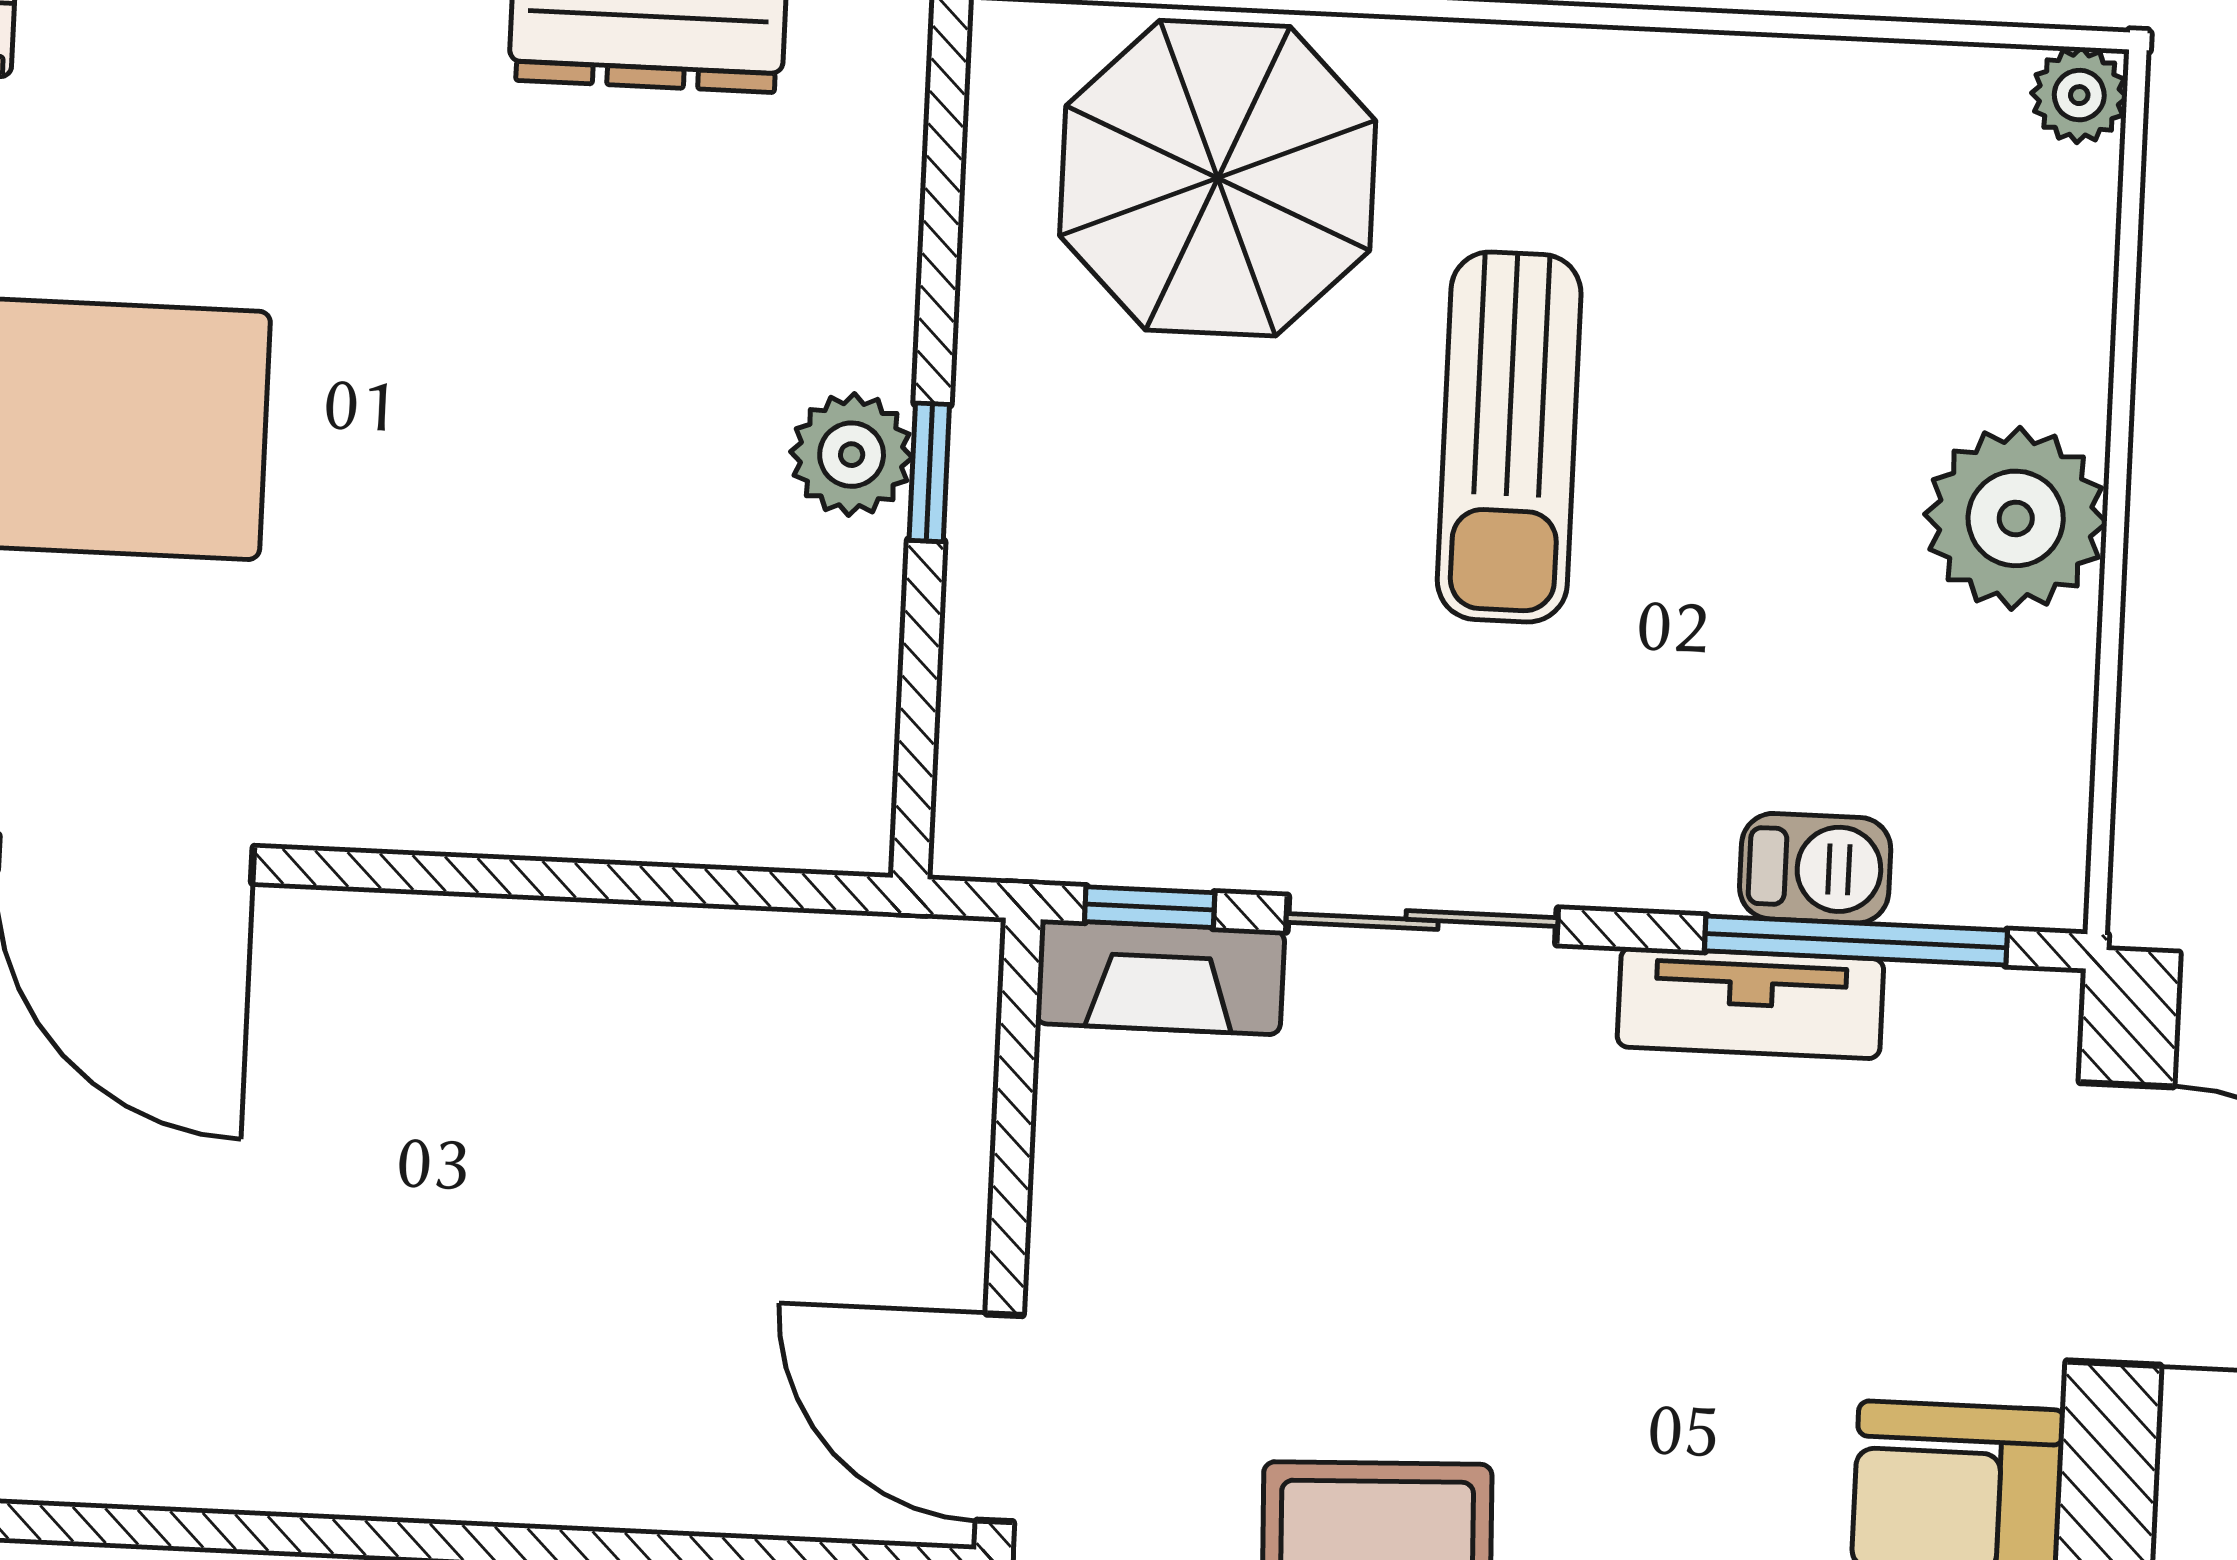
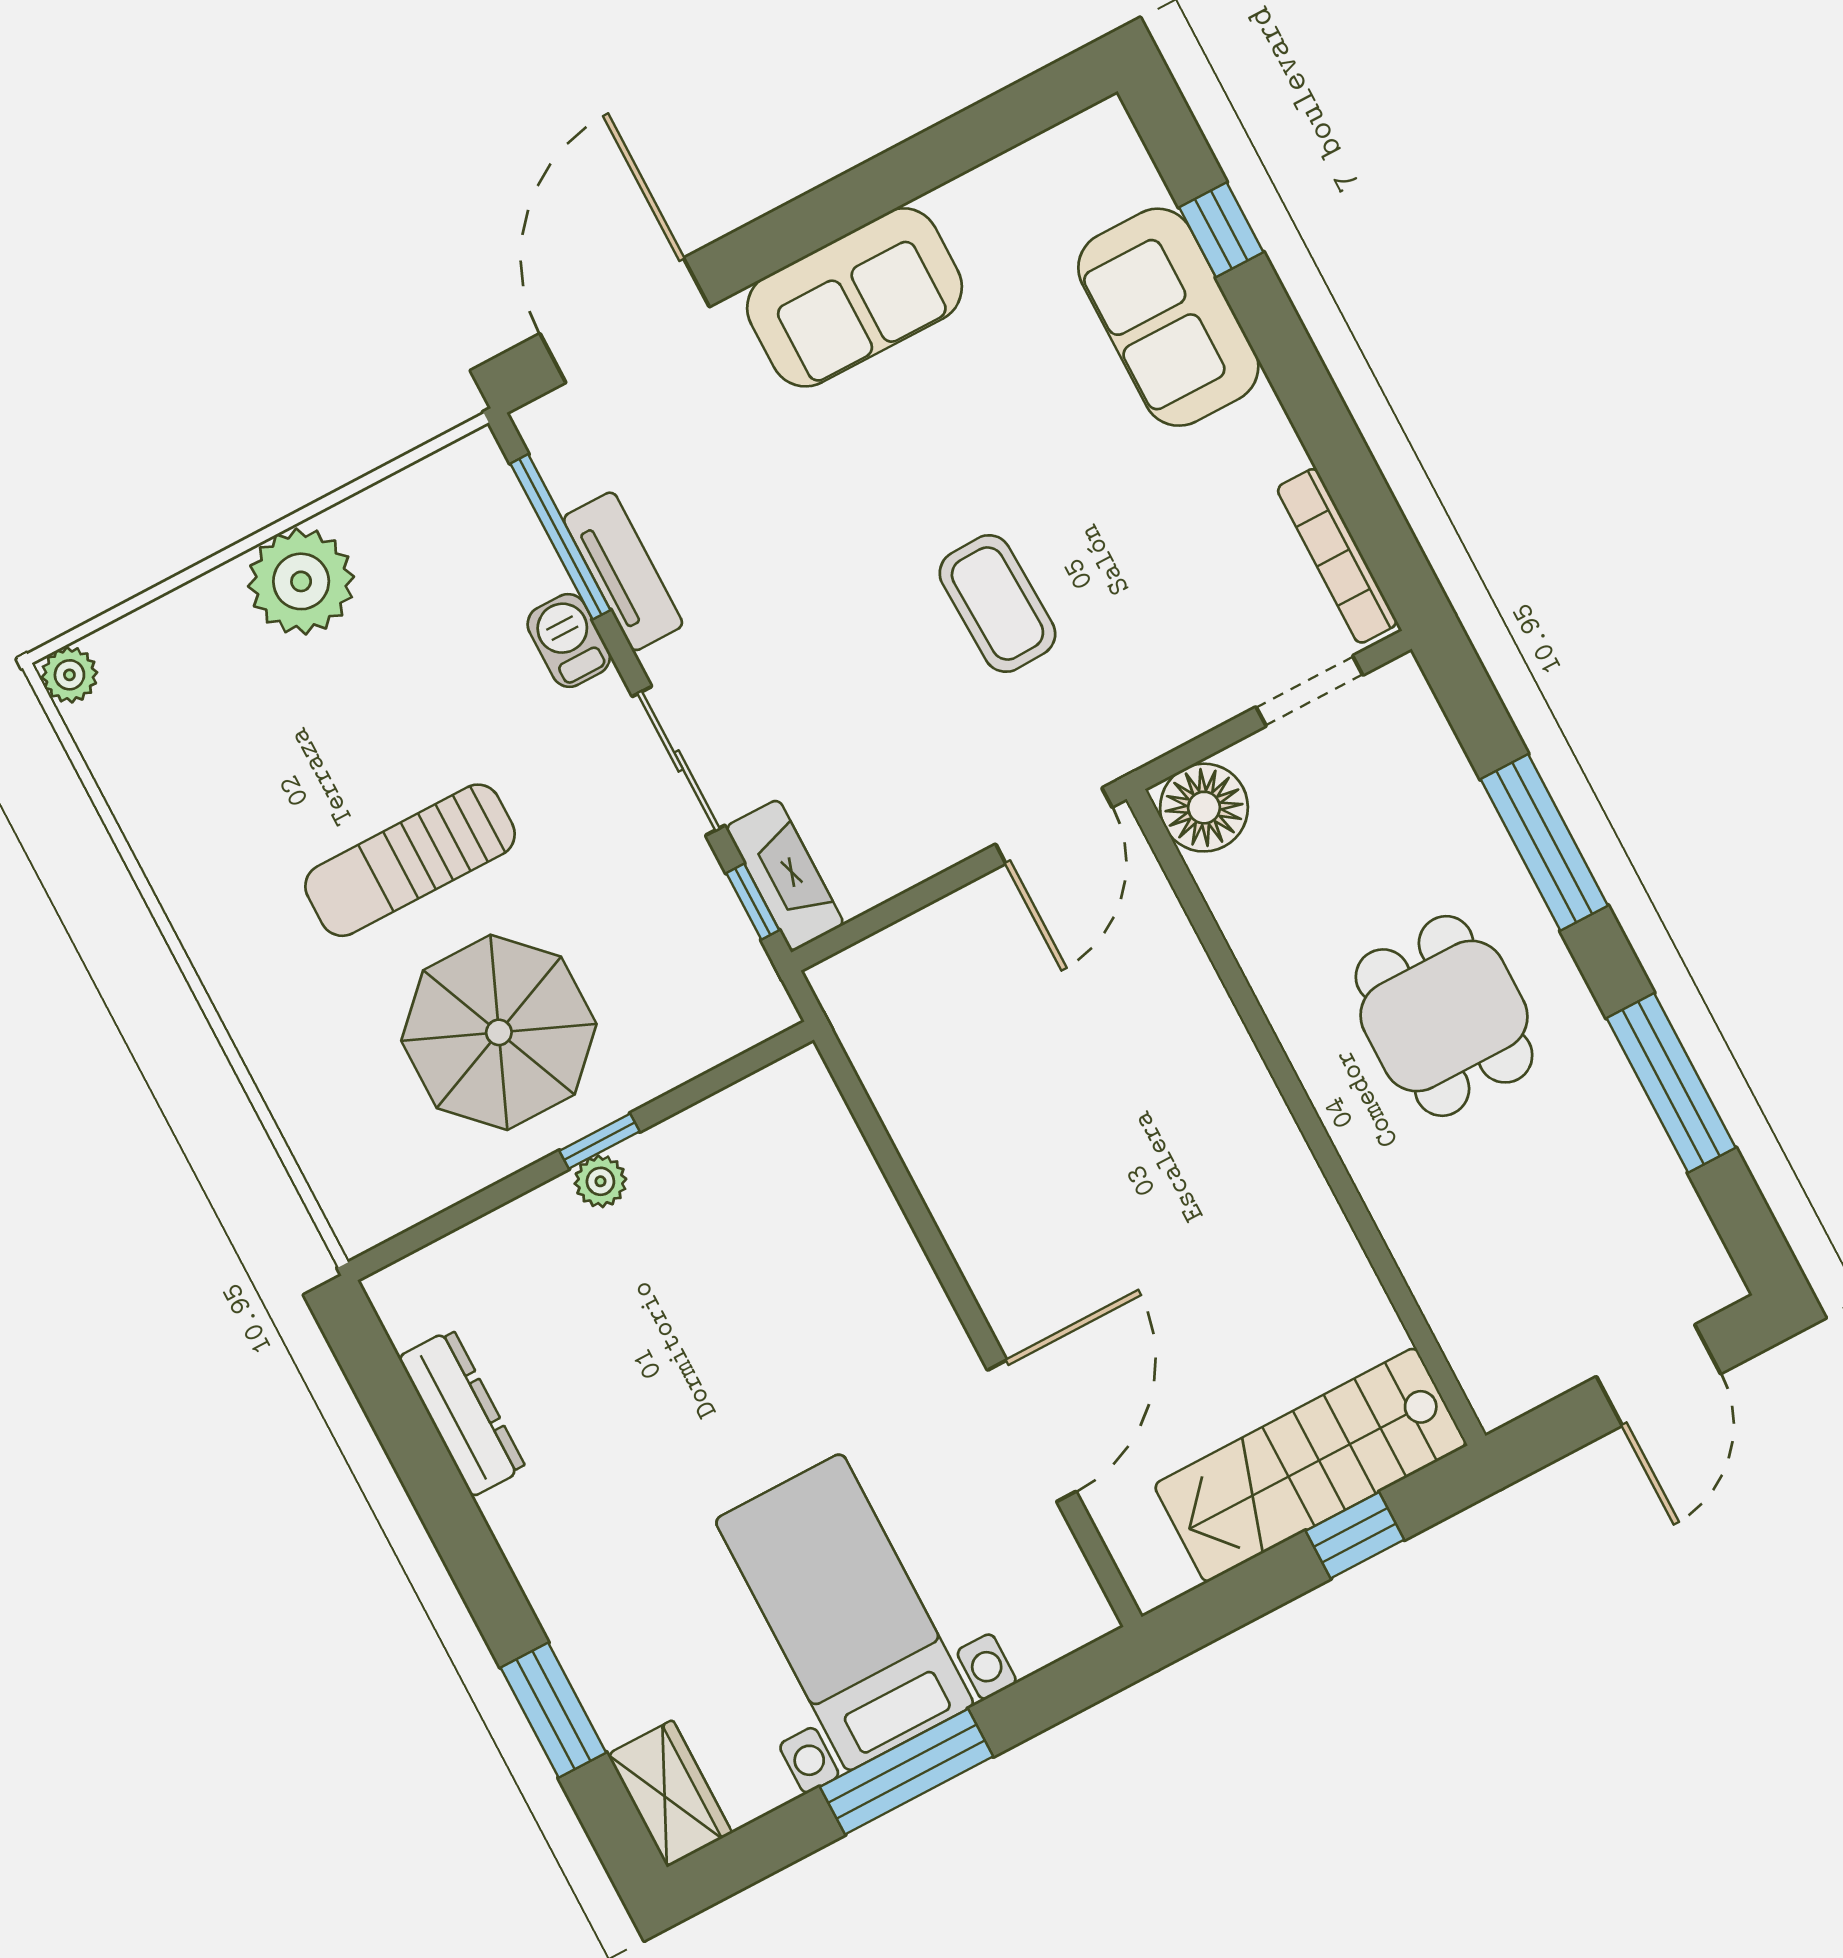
parasol: (1218, 178) -> (499, 1032), moved
sun lounger: (1509, 437) -> (410, 860), turned 180
plant: (852, 455) -> (600, 1181), width x0.73, depth x0.73
barbecue: (1815, 868) -> (569, 640), moved

